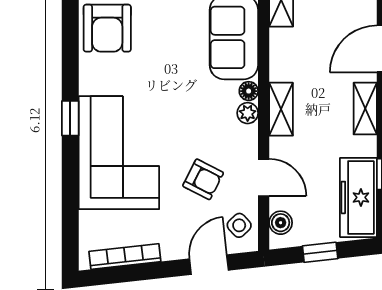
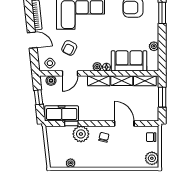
shelving: (365, 109) -> (122, 81), moved
door: (209, 265) -> (32, 40), moved

